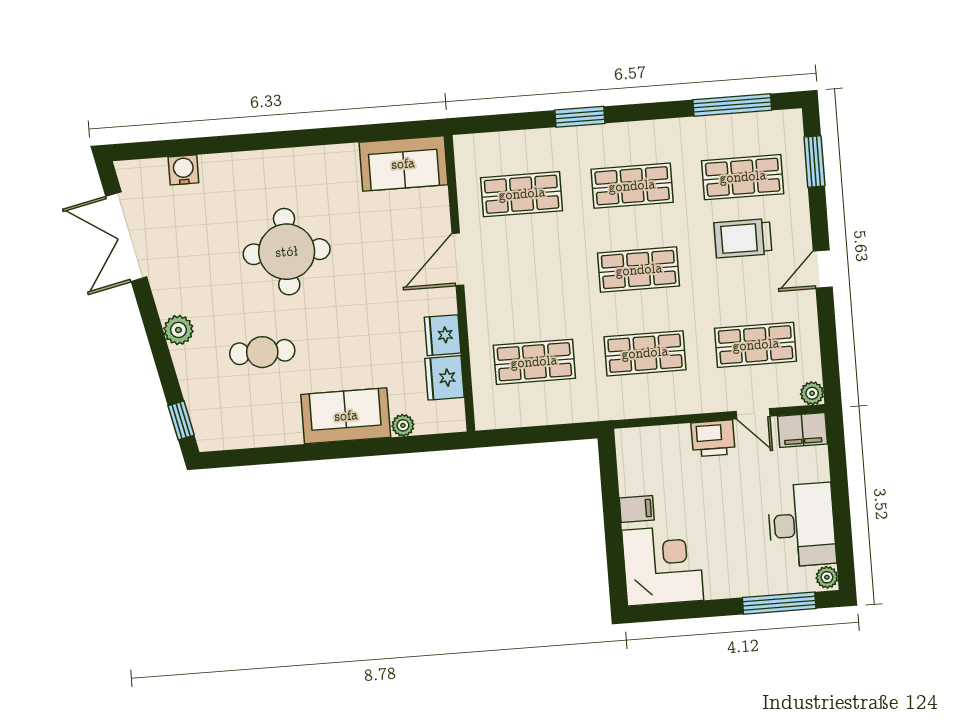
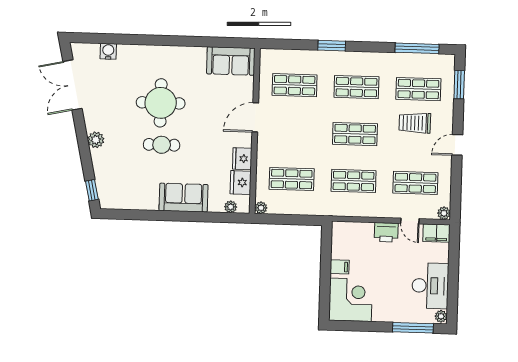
cafe table: (262, 352) -> (162, 145), moved
plant: (485, 419) -> (261, 208), added
plant: (403, 425) -> (231, 207), moved

